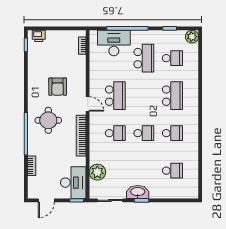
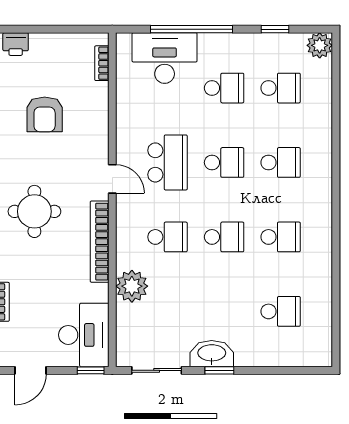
school desk: (144, 58) -> (224, 88), width x0.54
armchair: (58, 87) -> (45, 114), moved
school desk: (144, 96) -> (224, 162), added
school desk: (172, 96) -> (281, 162), width x0.54
plant: (97, 172) -> (132, 286), moved

